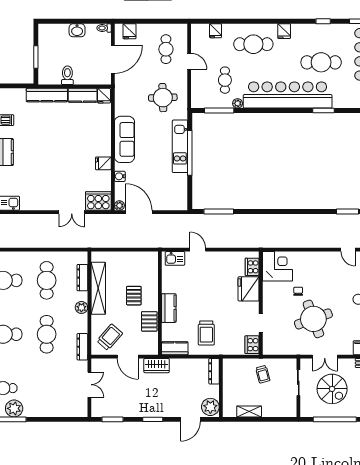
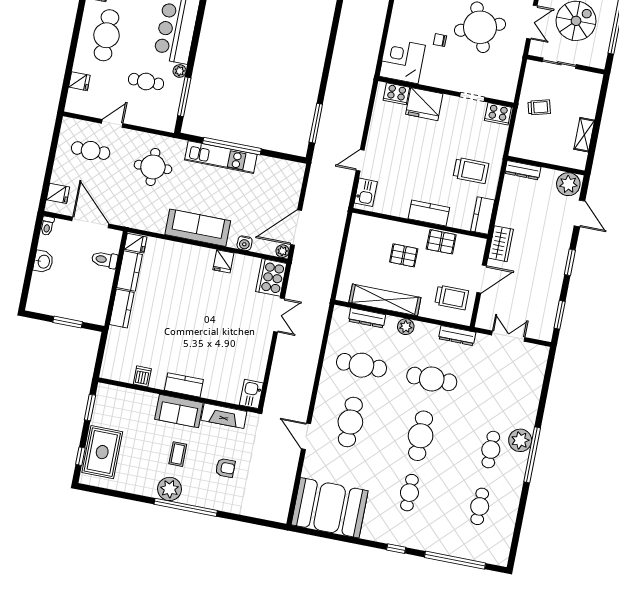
toilet: (67, 75) -> (105, 260), moved
kitchen counter: (47, 95) -> (122, 309), width x0.67
trolley: (110, 337) -> (452, 297), turned 139

